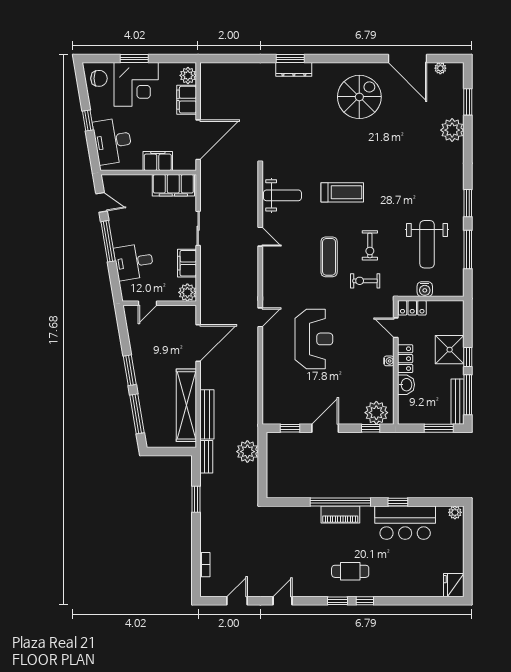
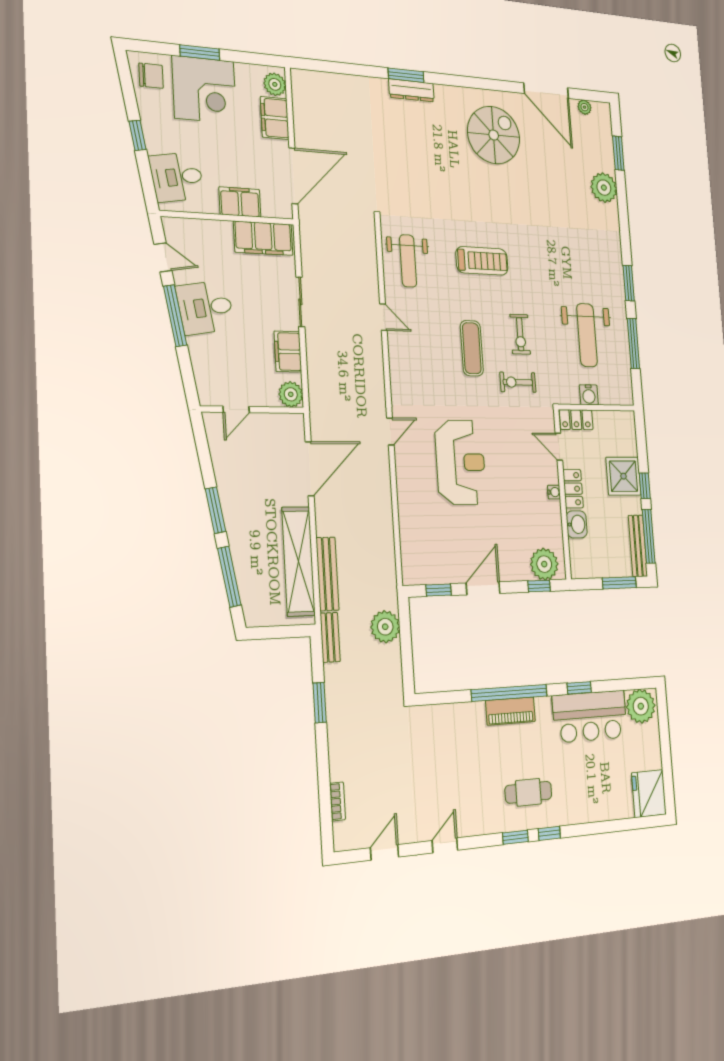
desk: (113, 141) -> (177, 177), width x0.73
weight bench: (282, 195) -> (408, 261), turned 90
desk: (134, 262) -> (205, 308), moved
plant: (455, 512) -> (641, 706), width x1.88, depth x1.88
fridge: (454, 585) -> (649, 794), width x1.36, depth x1.34

